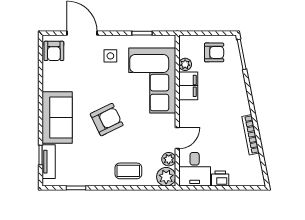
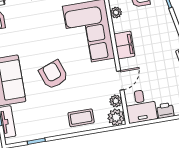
side table: (110, 56) -> (47, 16), removed
filing cabinet: (188, 86) -> (124, 45), moved
armchair: (107, 120) -> (53, 75), turned -84

